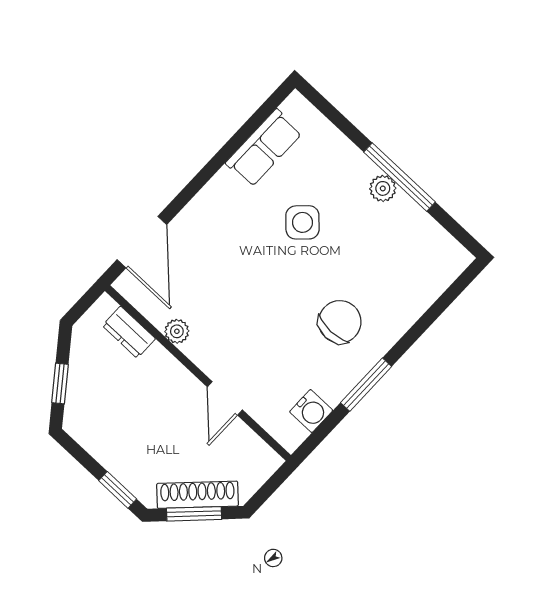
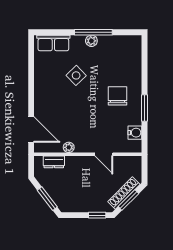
row of seats: (264, 148) -> (53, 43), moved, turned 90
window: (60, 383) -> (47, 199), width x1.50

